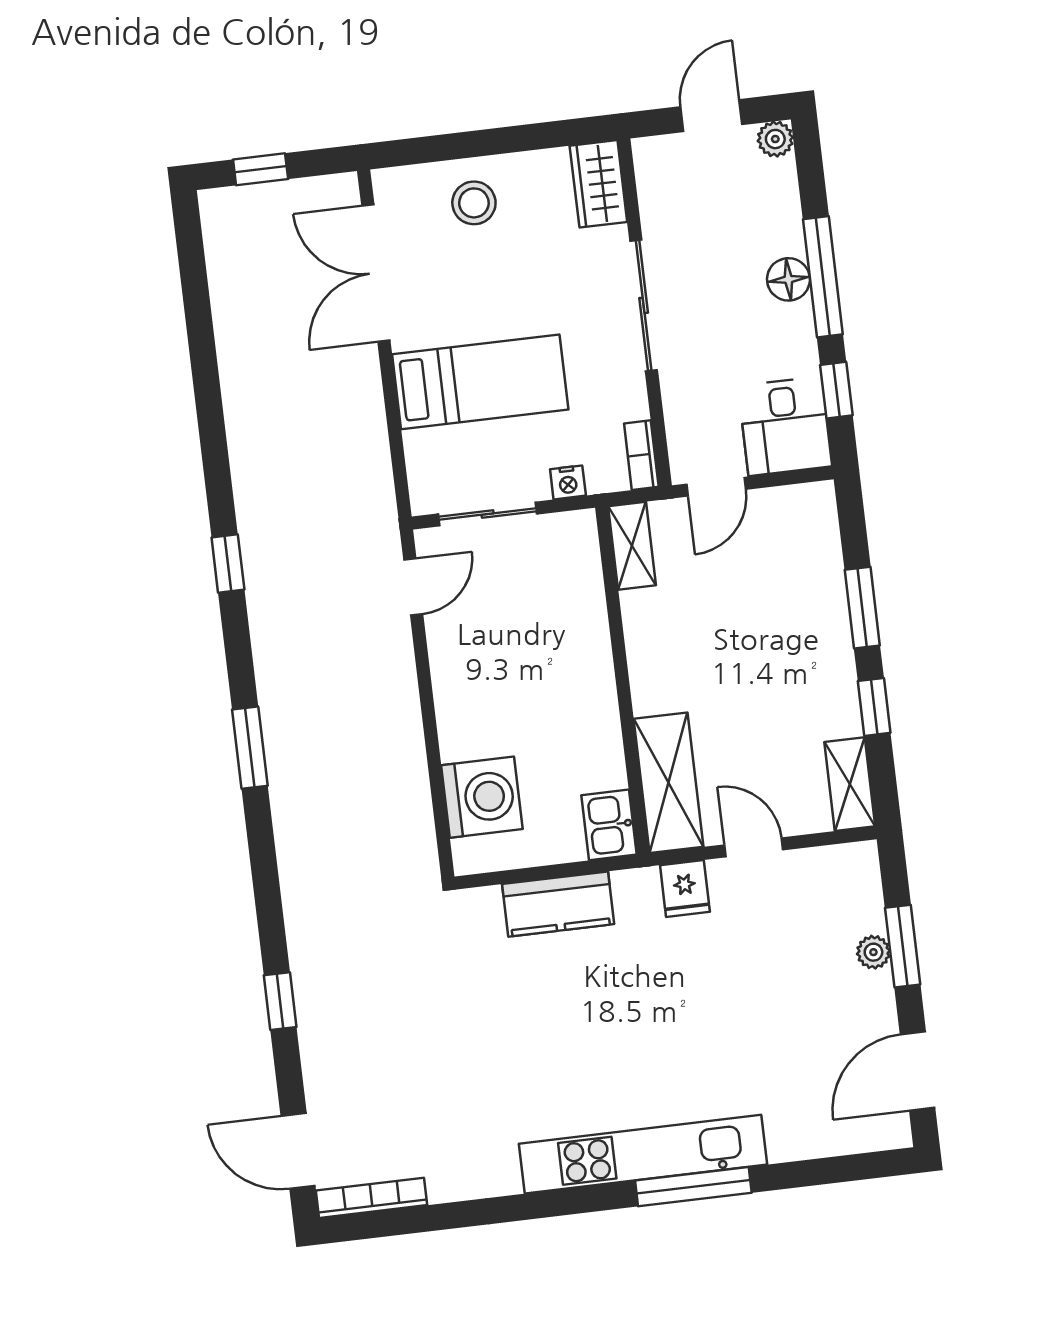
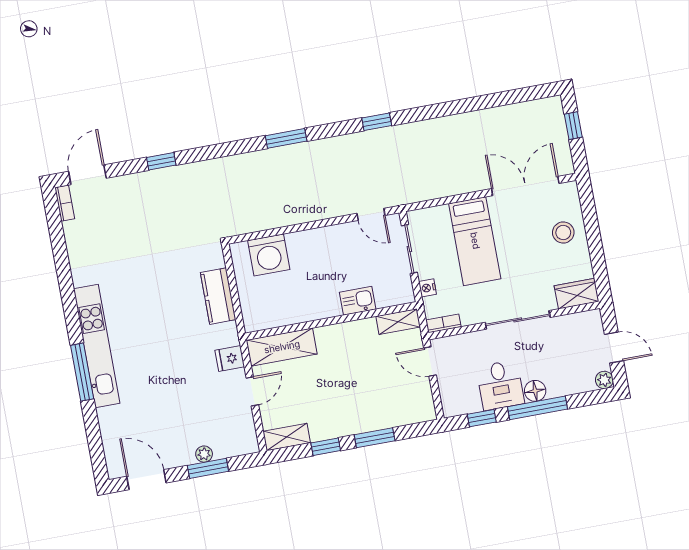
desk: (785, 426) -> (500, 385), moved, turned -90
kitchen sink: (609, 825) -> (358, 301), moved
bookcase: (371, 1198) -> (65, 203), width x0.64

